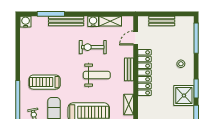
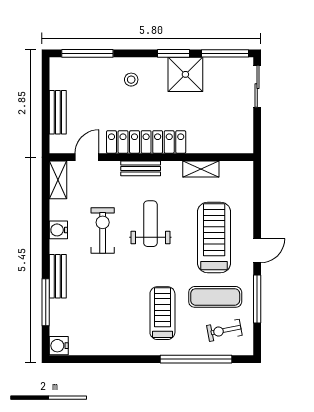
bench: (66, 21) -> (58, 276), width x0.73
shelving: (110, 21) -> (58, 180), moved
door: (136, 38) -> (87, 157), swing flipped
exercise bike: (93, 47) -> (103, 231), turned 180
treadmill: (45, 82) -> (162, 313), turned 180

